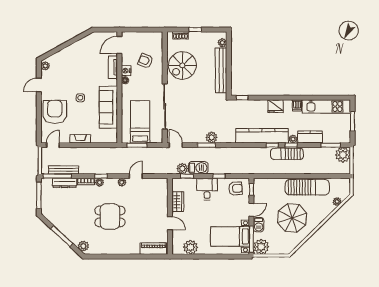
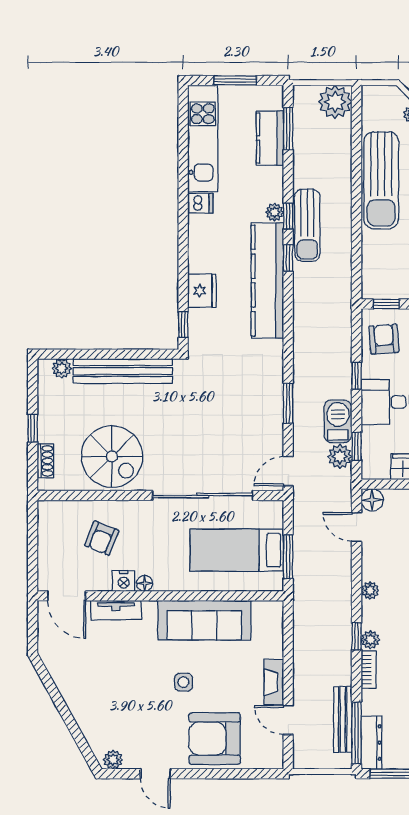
fridge: (276, 106) -> (202, 291), moved
plant: (212, 137) -> (271, 392), removed
kitchen counter: (310, 137) -> (270, 138), moved
door: (53, 145) -> (288, 720), moved
plant: (343, 155) -> (335, 102), moved
door: (136, 176) -> (357, 527), moved
dresser: (65, 183) -> (371, 743), moved
floor lamp: (163, 183) -> (372, 500), added
sun lounger: (307, 187) -> (381, 180), turned 180

